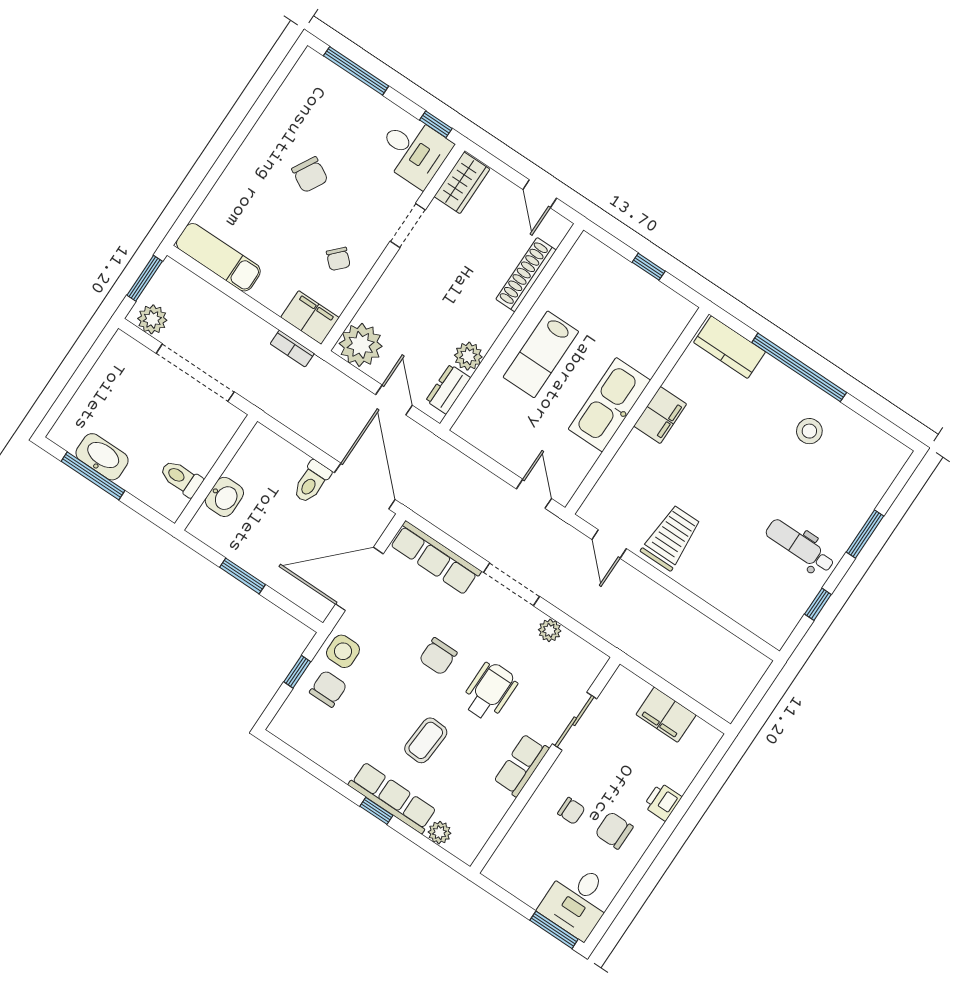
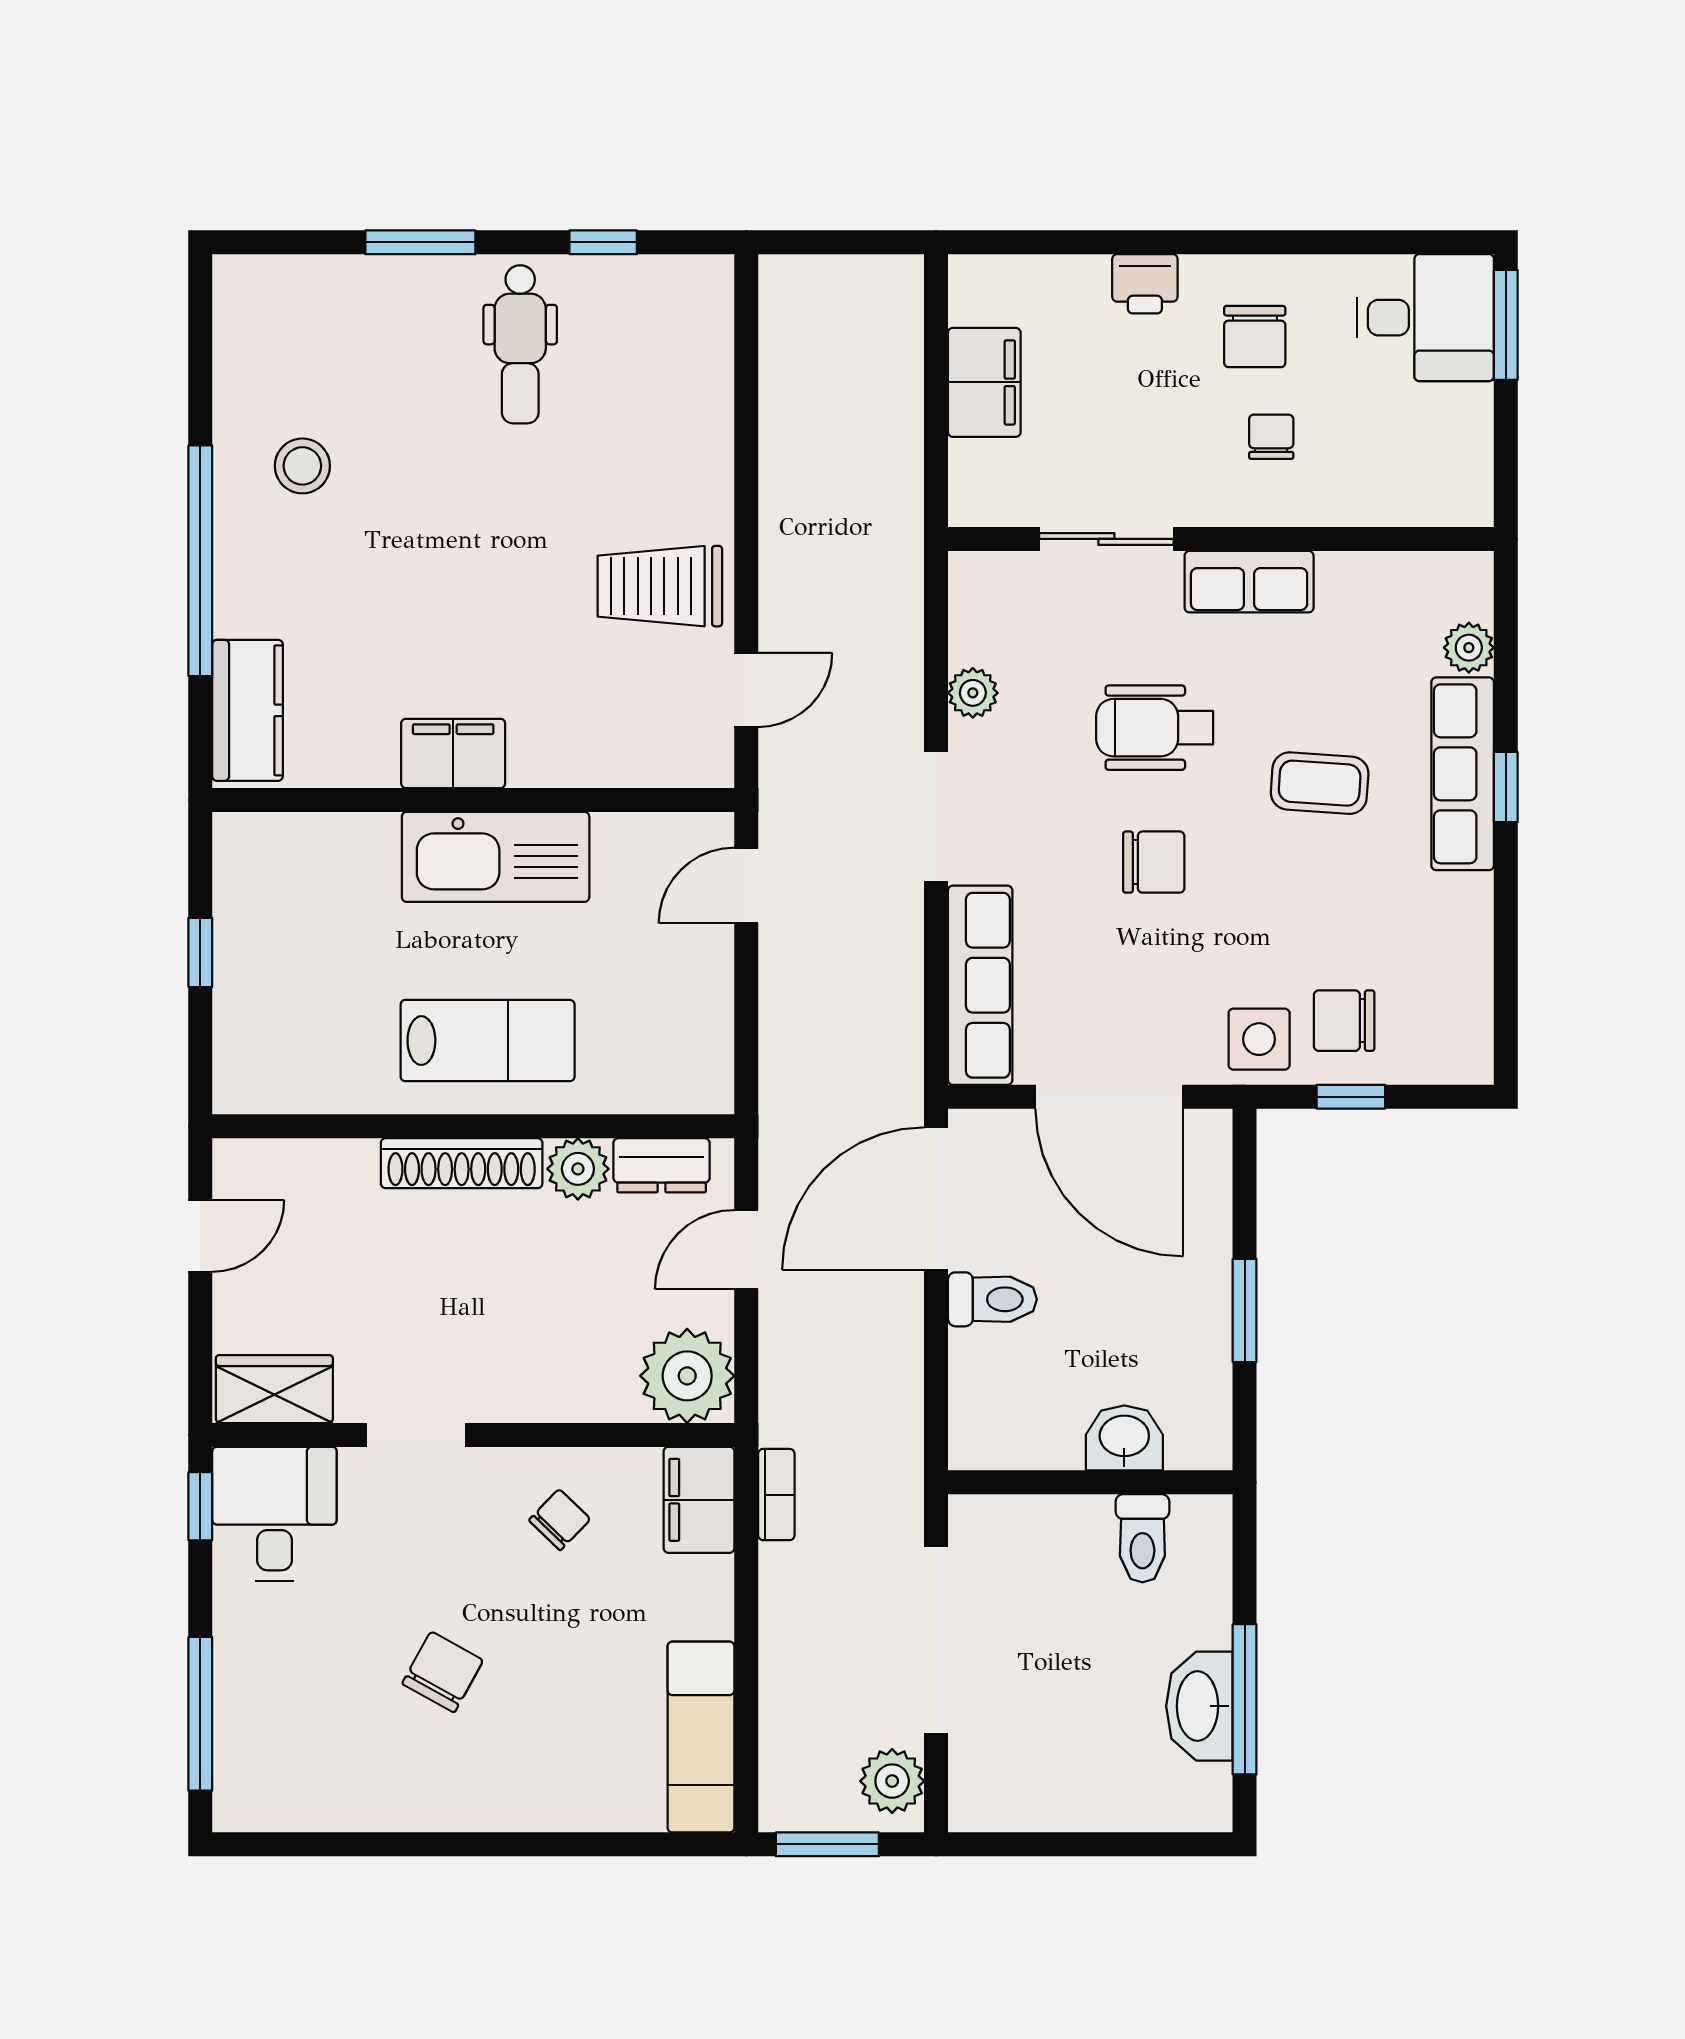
shoe rack: (526, 275) -> (462, 1163), moved

